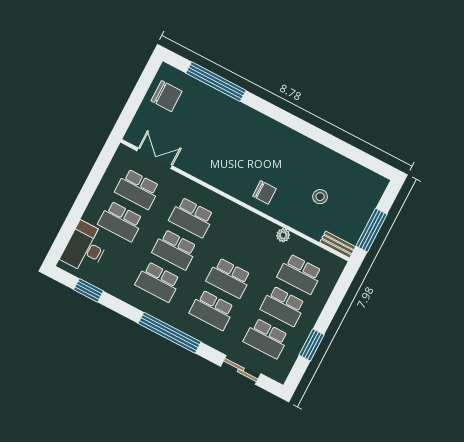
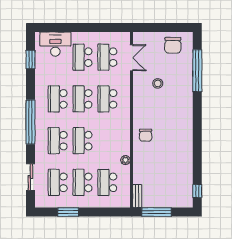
window: (372, 163) -> (197, 191), added
stool: (320, 197) -> (158, 83), moved

